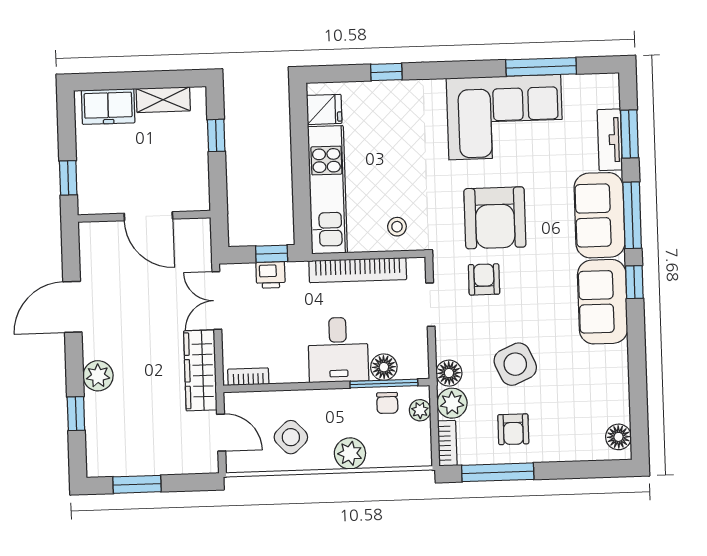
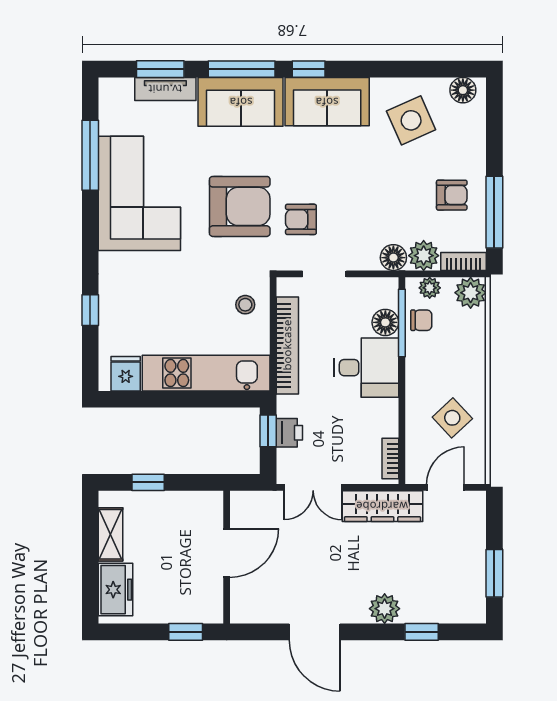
side table: (515, 364) -> (411, 120), moved
plant: (350, 453) -> (471, 293), moved

